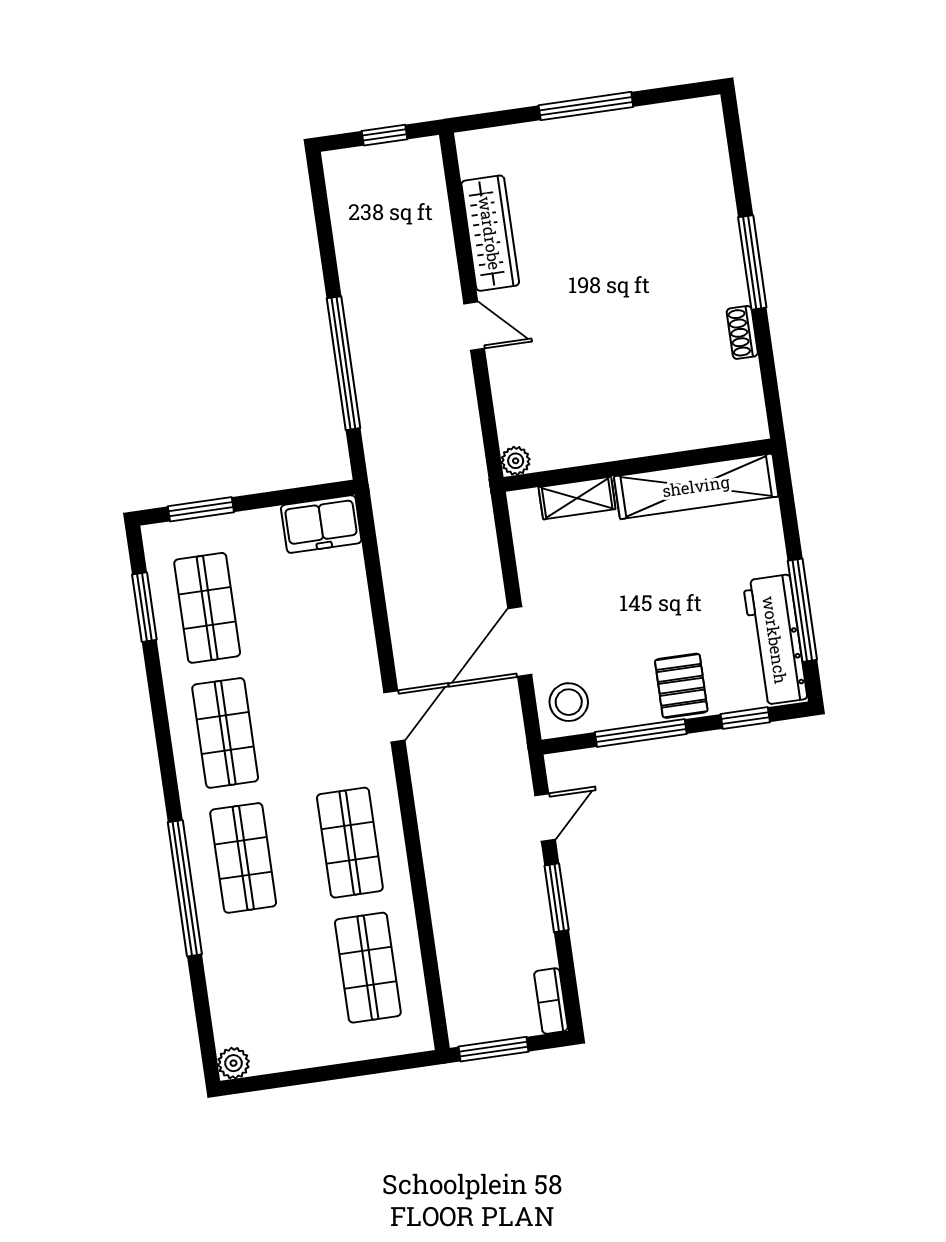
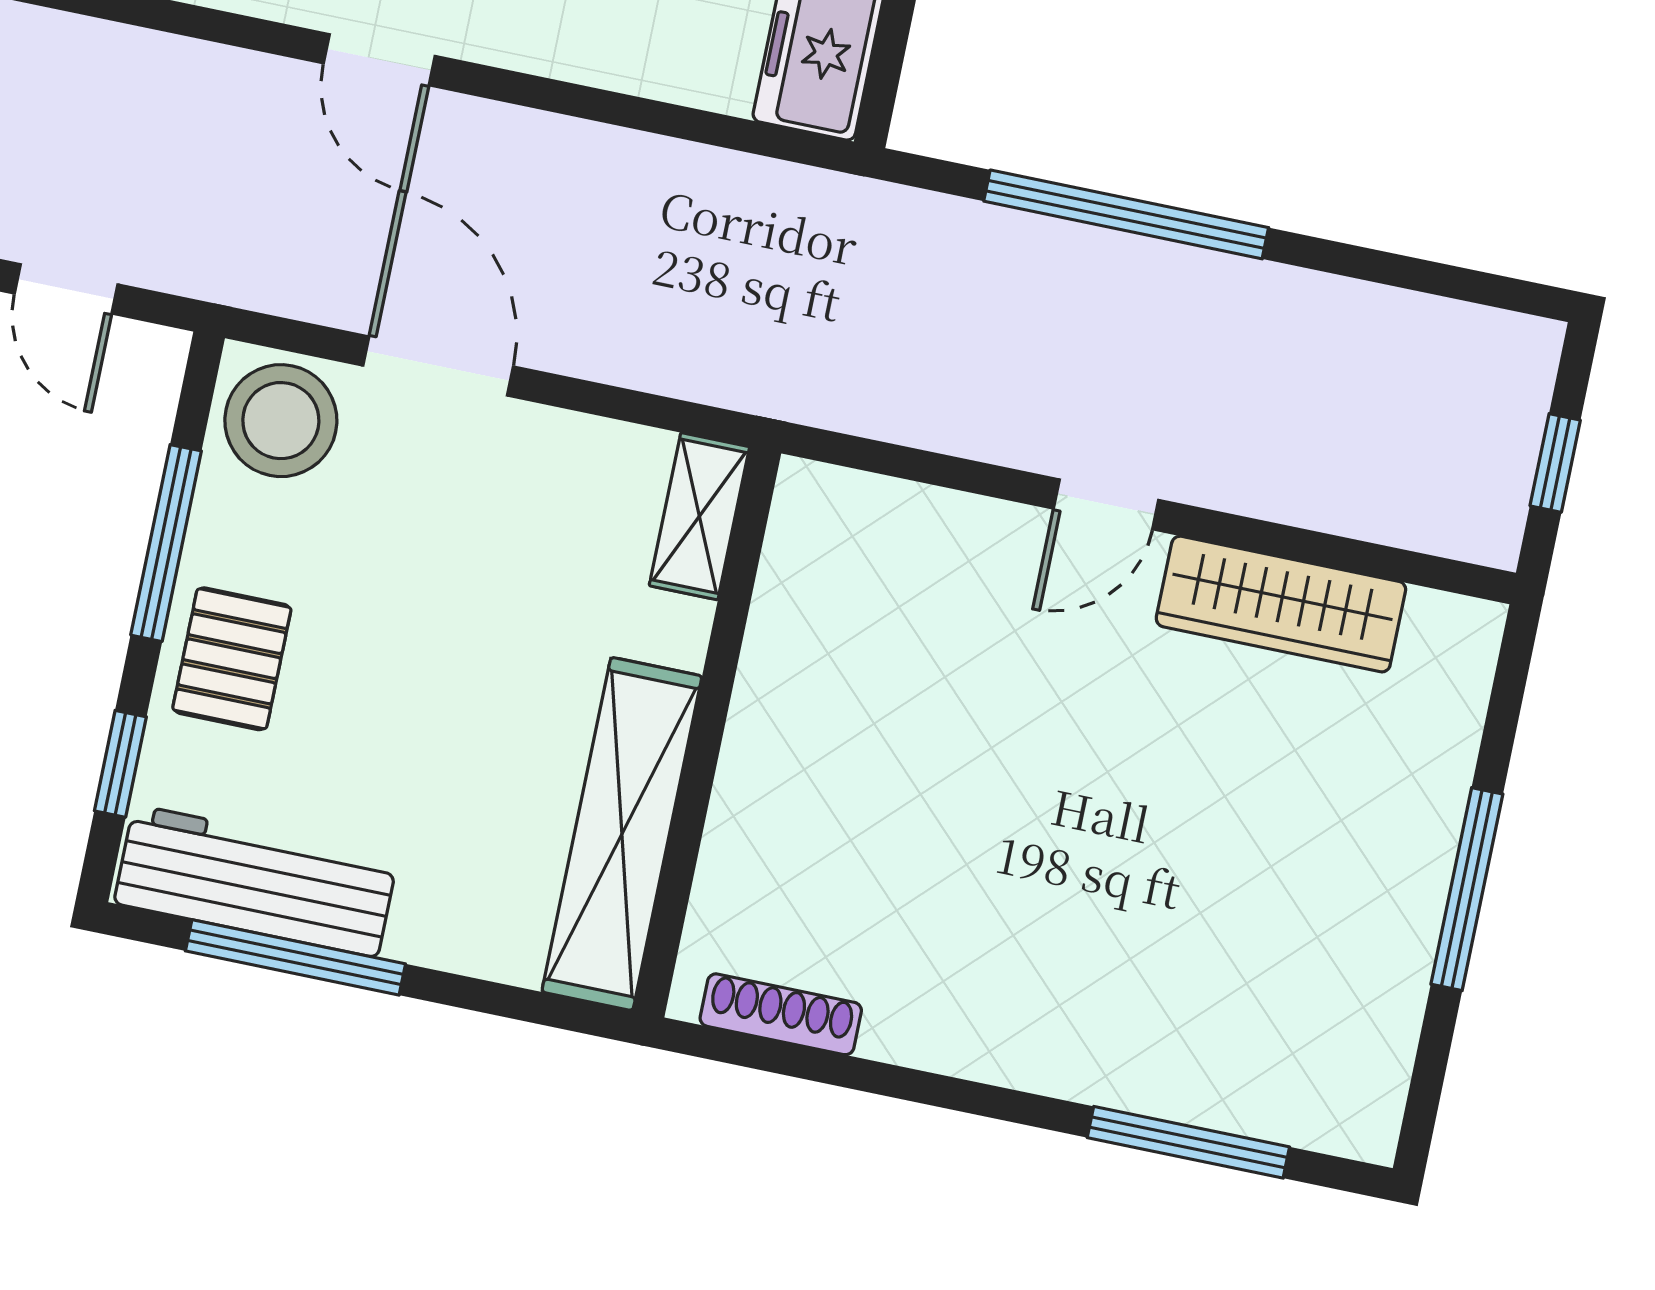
window: (752, 262) -> (1188, 1142), moved
shoe rack: (742, 332) -> (781, 1014), moved, width x1.43
plant: (516, 461) -> (805, 489), removed
shelving: (577, 498) -> (699, 516), moved
pallet: (681, 686) -> (232, 659), turned 90
stool: (569, 702) -> (281, 421), width x1.38, depth x1.38

